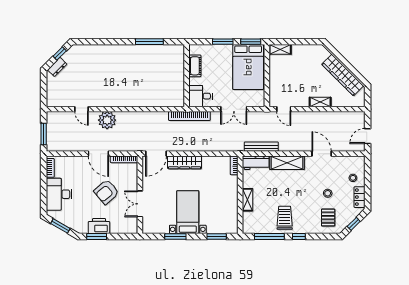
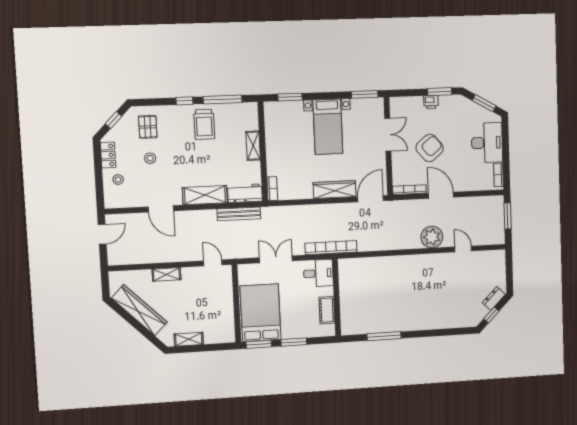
shelving: (280, 49) -> (189, 339), moved
printer: (99, 226) -> (431, 102), width x0.53, depth x0.68
window: (175, 236) -> (365, 94), moved

